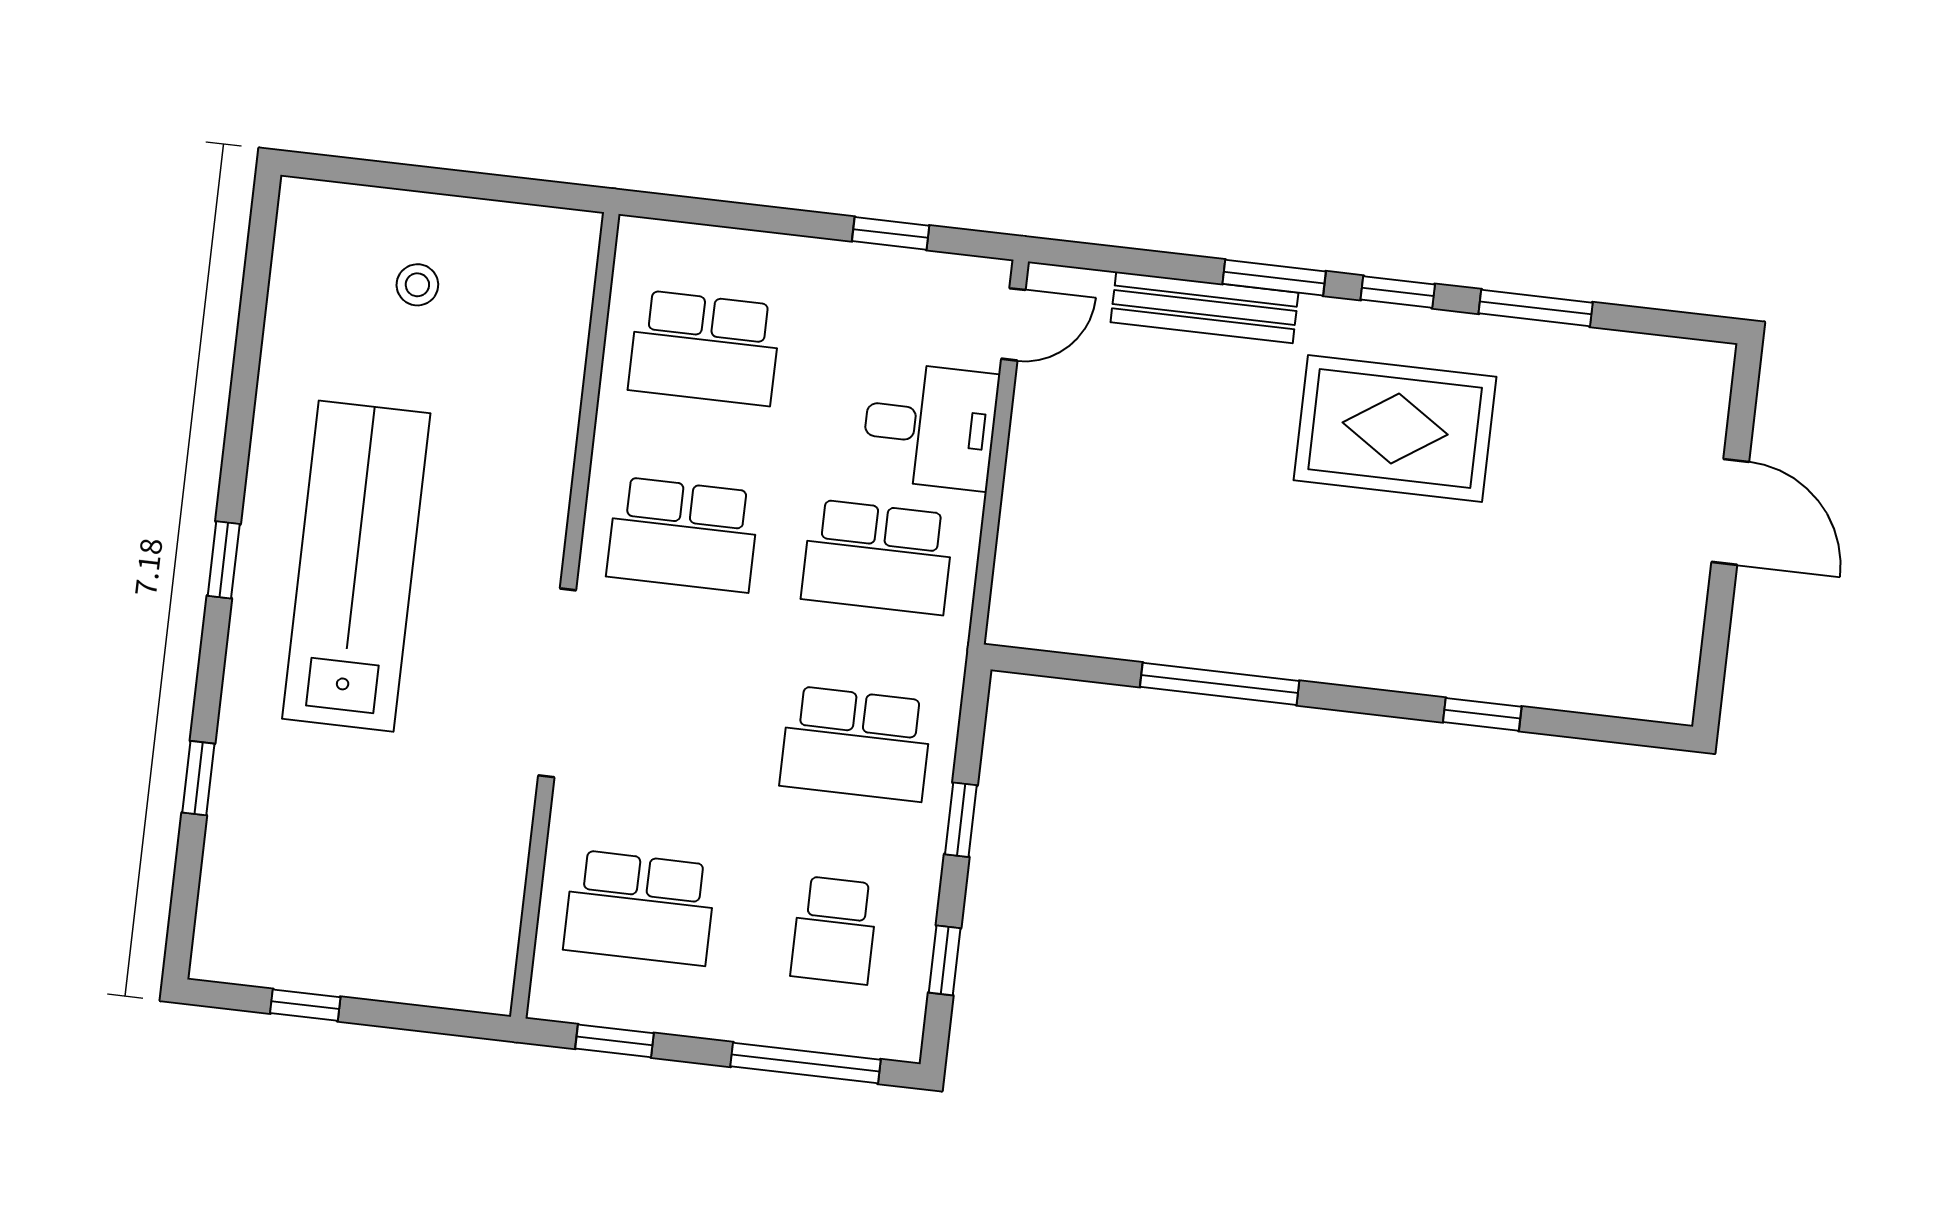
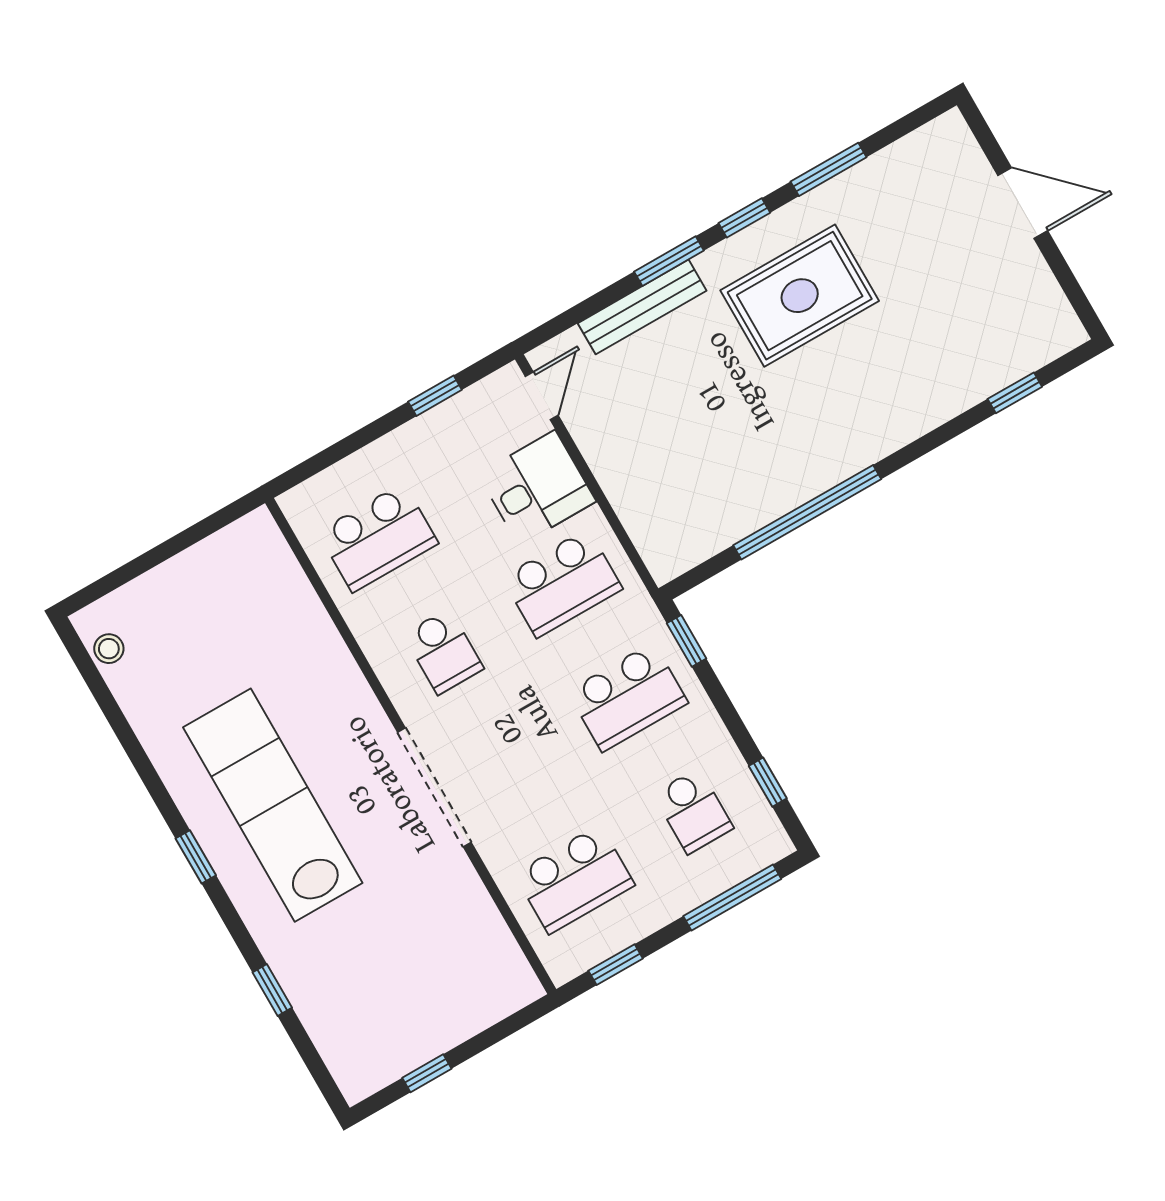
stool: (417, 285) -> (109, 649), moved
school desk: (683, 534) -> (443, 651), width x0.54
window: (1220, 684) -> (807, 512), width x1.46
window: (1482, 714) -> (1015, 393), moved
window: (961, 820) -> (687, 641), moved

